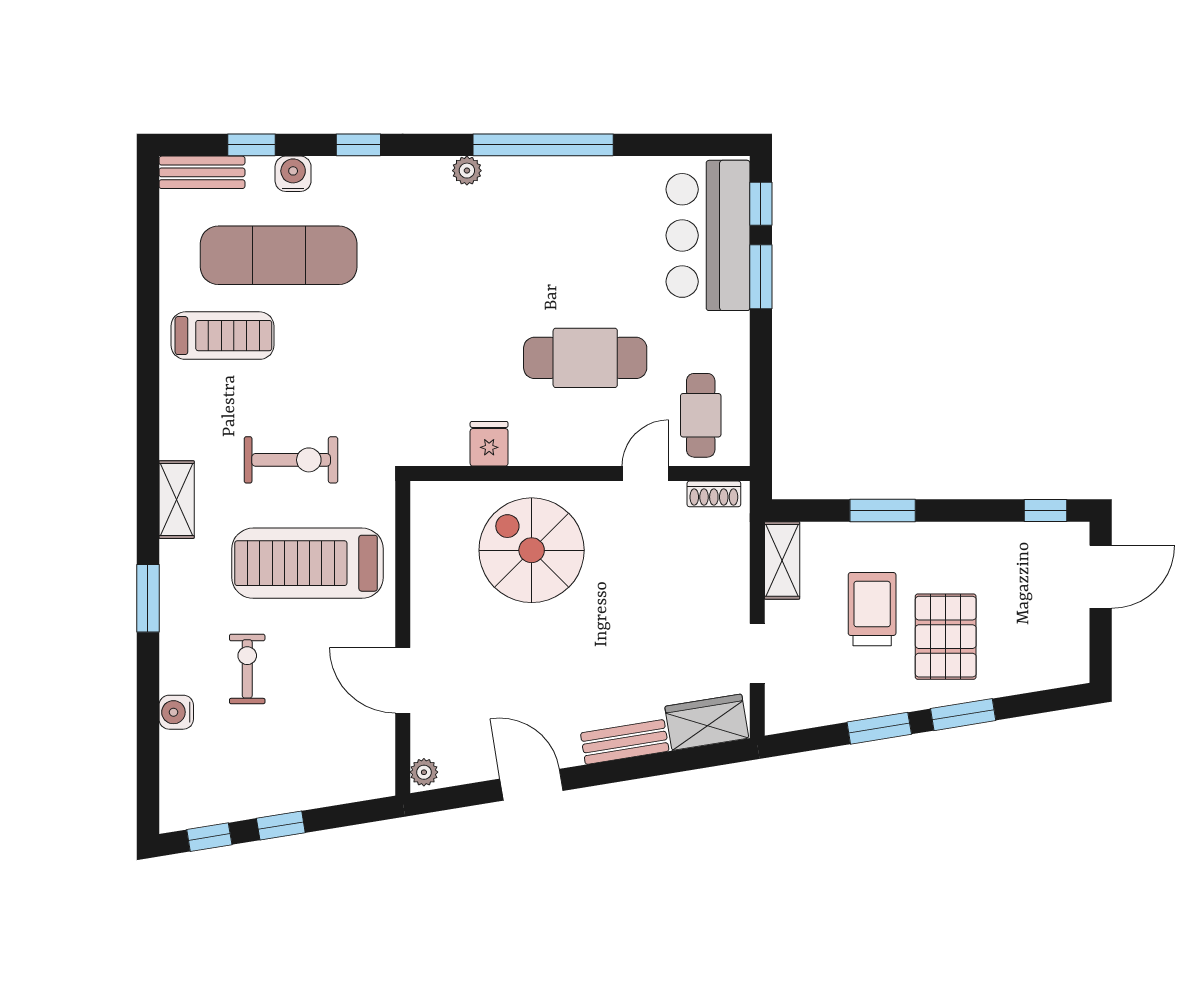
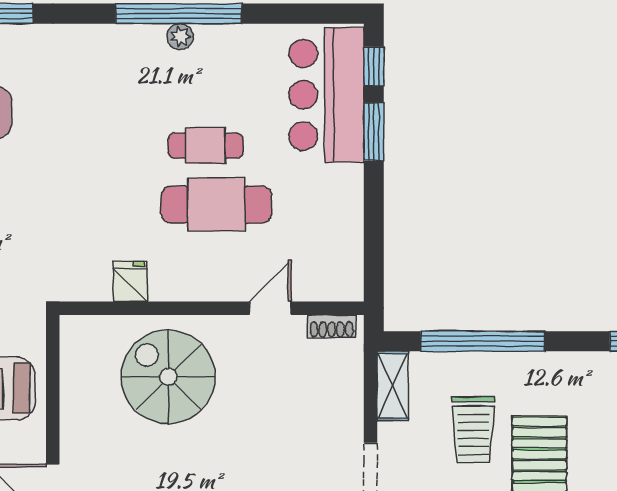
plant: (467, 171) -> (180, 37), moved
cafe table: (701, 415) -> (206, 146), moved, turned 90
window: (883, 510) -> (483, 341), width x2.11
trolley: (872, 609) -> (473, 430), turned 180

